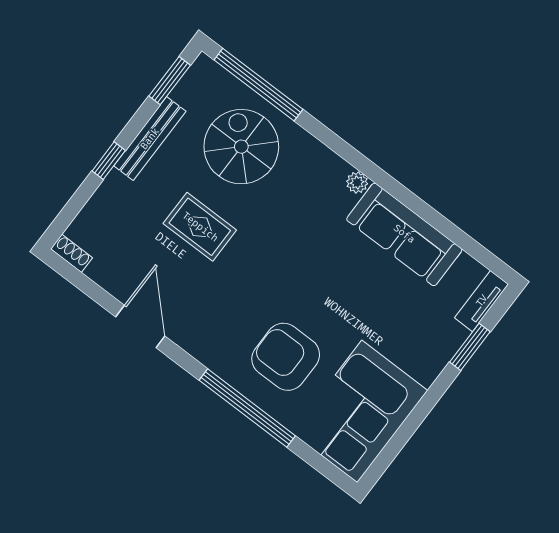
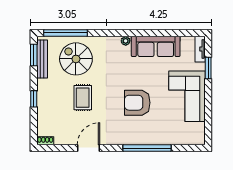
bench: (150, 139) -> (42, 59), moved
rug: (200, 227) -> (83, 98), turned 90
door: (140, 326) -> (88, 148), hinge flipped
armchair: (286, 357) -> (137, 103), moved
corner sofa: (360, 411) -> (187, 96), moved

